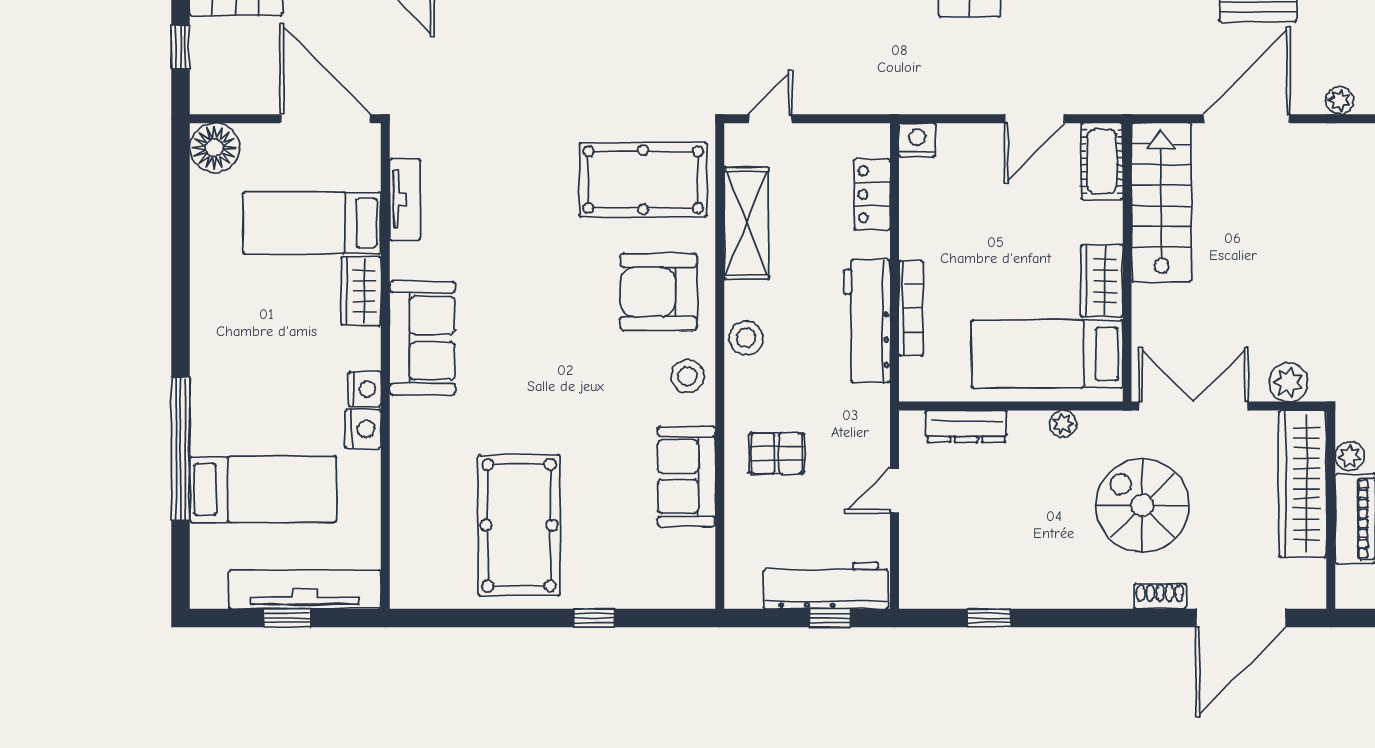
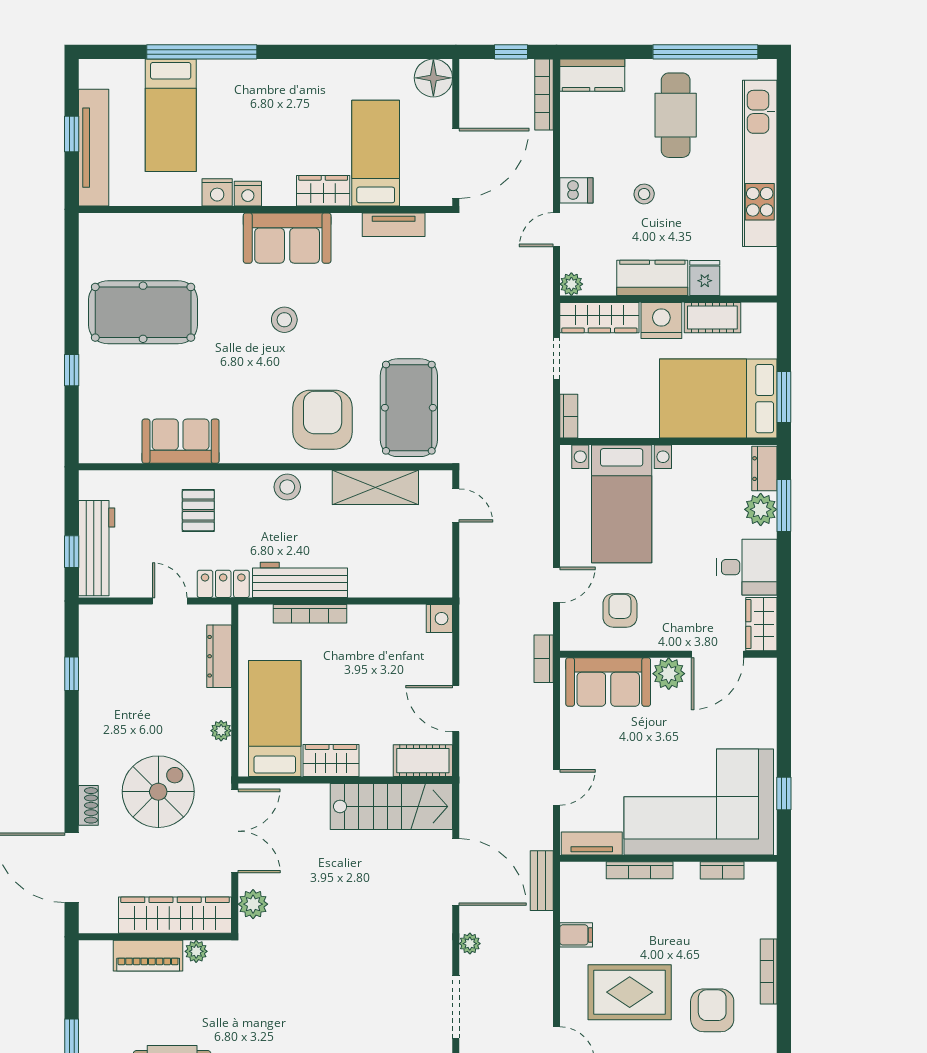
locker: (872, 194) -> (223, 584), moved
stool: (688, 376) -> (284, 320), moved

